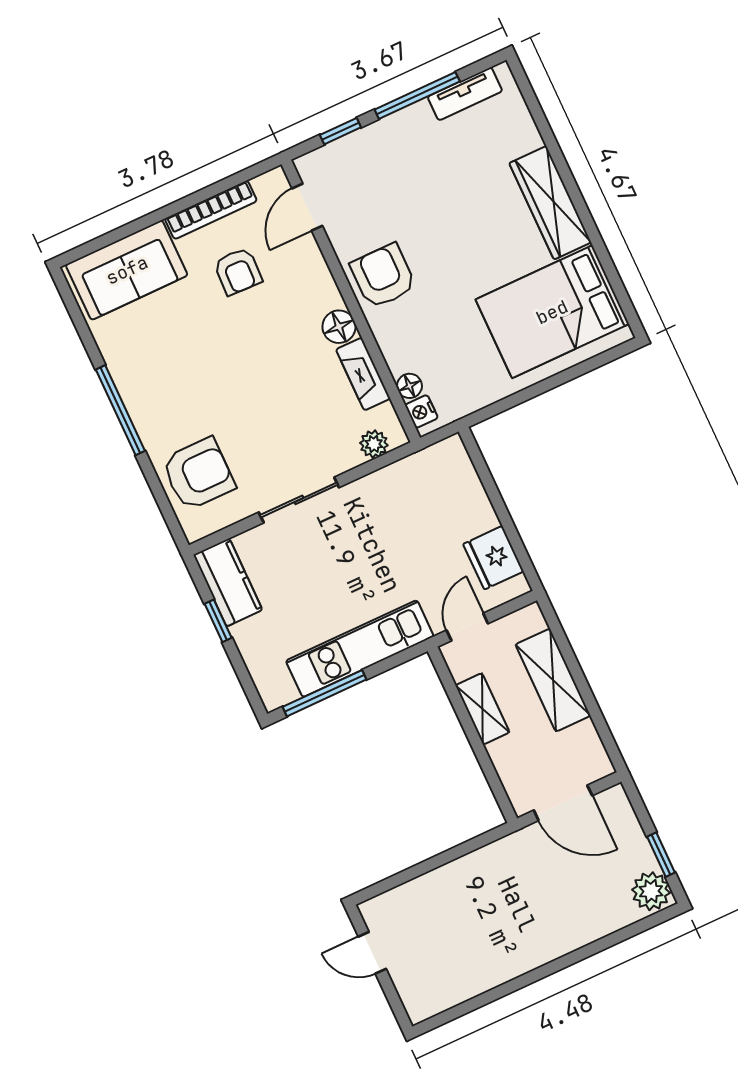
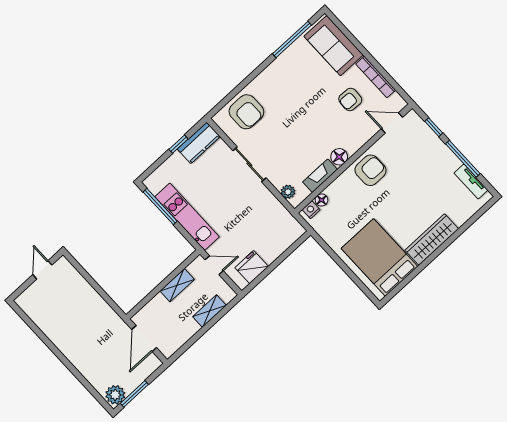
window: (120, 410) -> (292, 39), moved
shelving: (553, 680) -> (210, 311), width x0.67, depth x0.75
window: (661, 855) -> (134, 394), width x1.50

